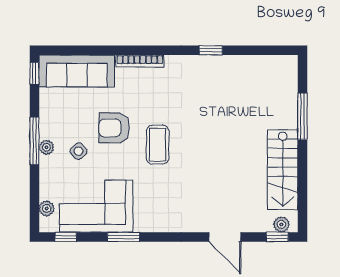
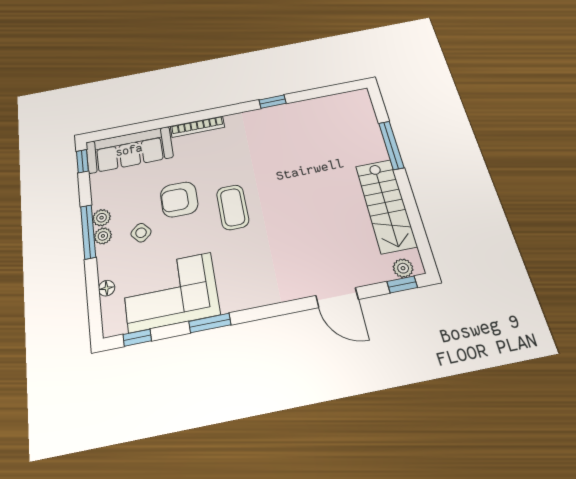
floor lamp: (46, 193) -> (107, 288), added
plant: (47, 208) -> (102, 218), moved

